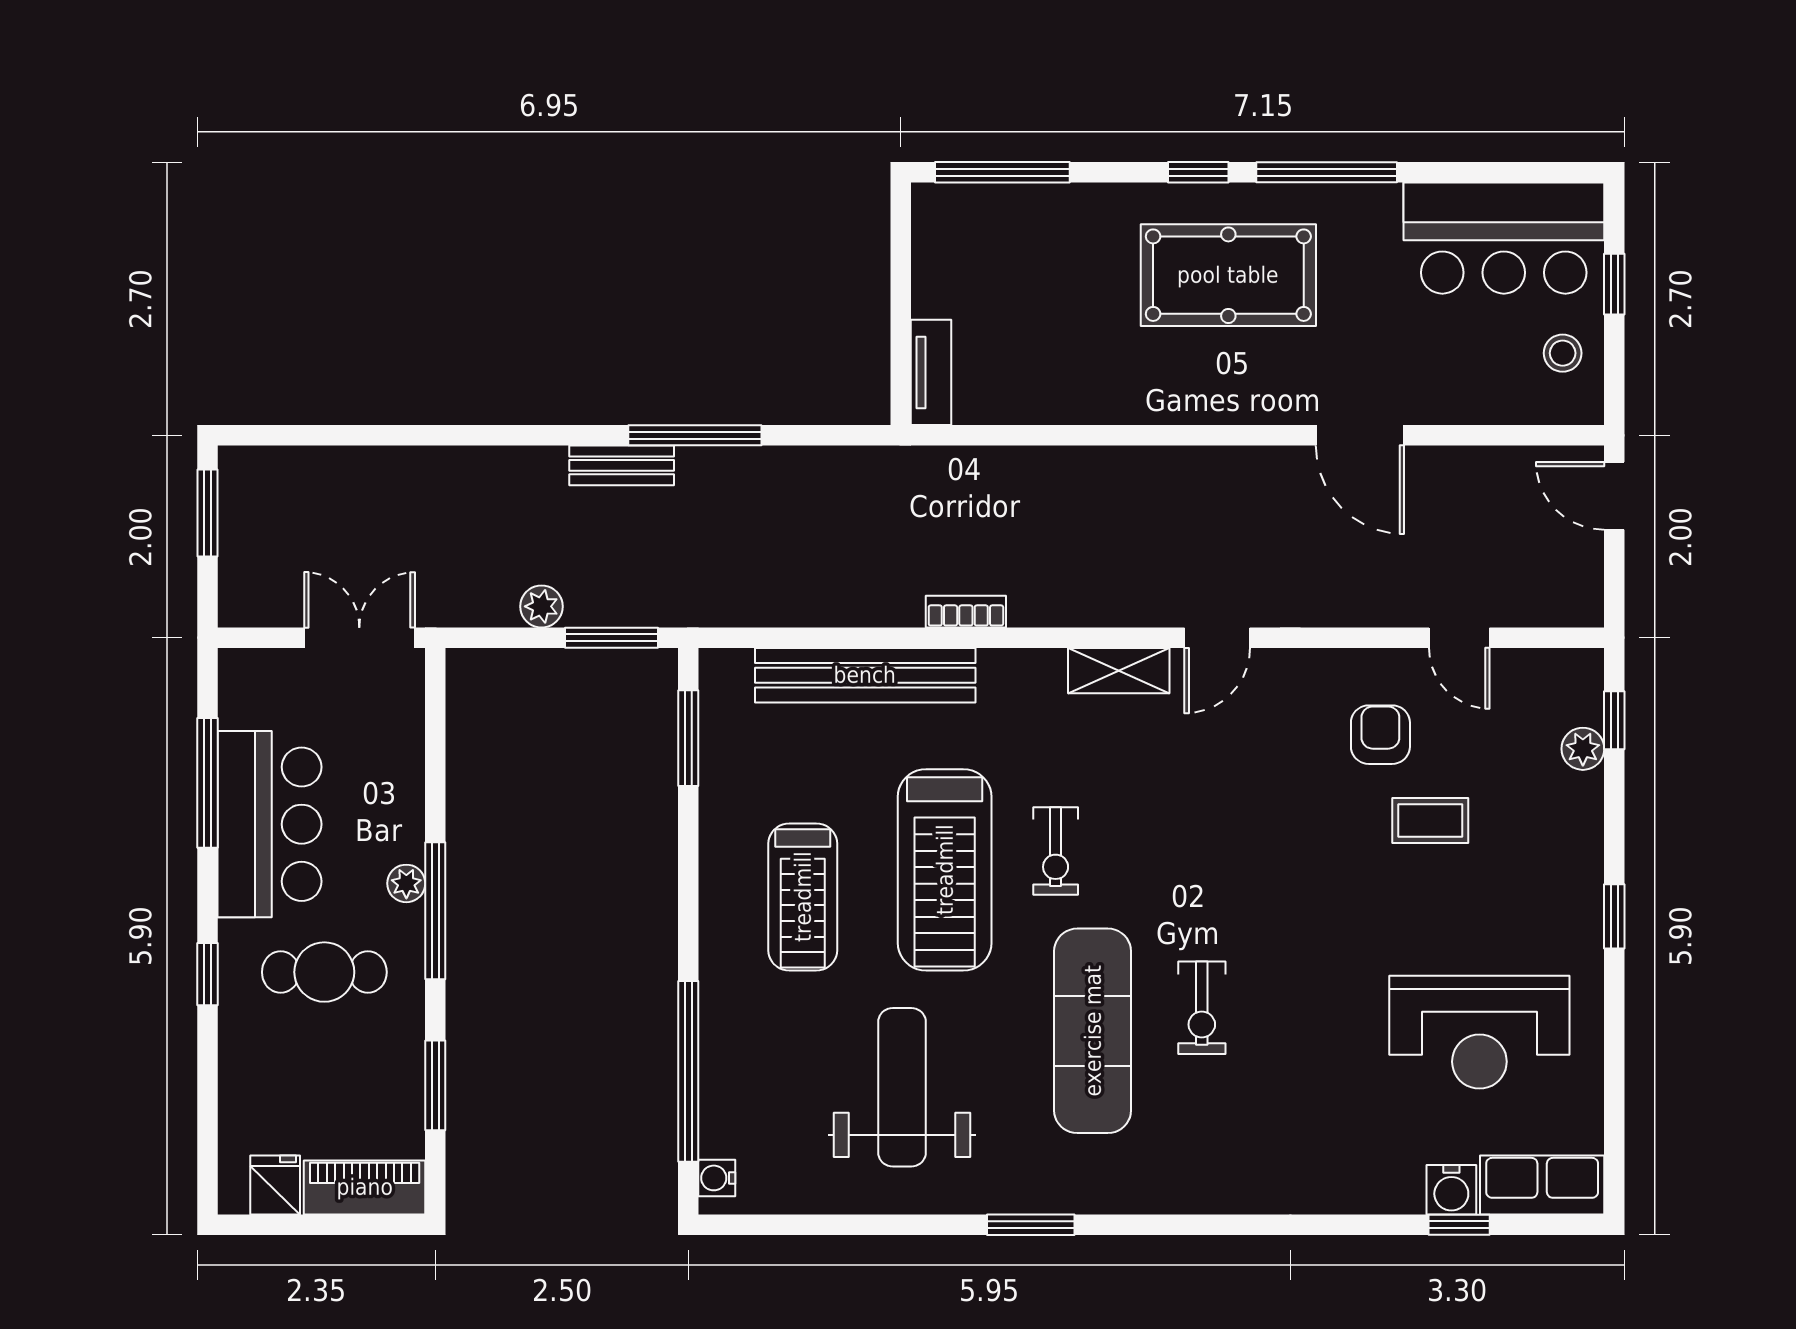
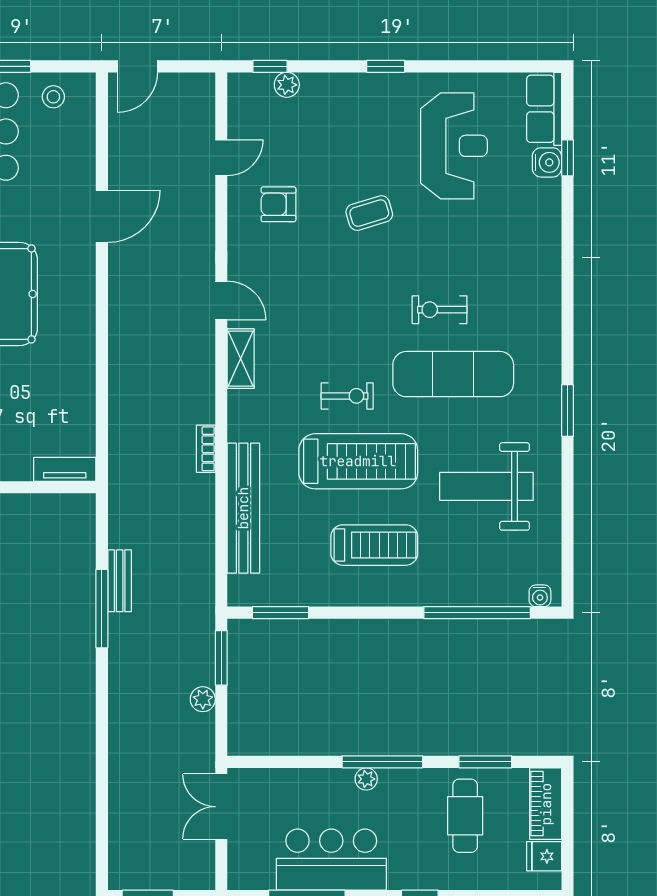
bench: (622, 465) -> (120, 581), moved
coffee table: (1430, 820) -> (369, 213), moved, turned 73
cafe table: (324, 972) -> (465, 816), moved
exercise bike: (1202, 1008) -> (440, 310), turned 180

